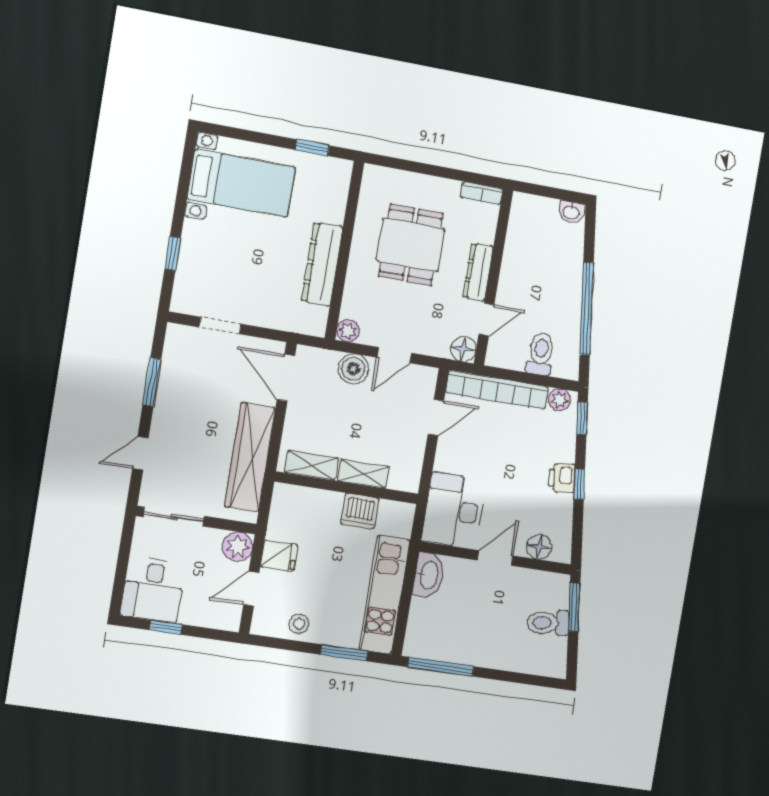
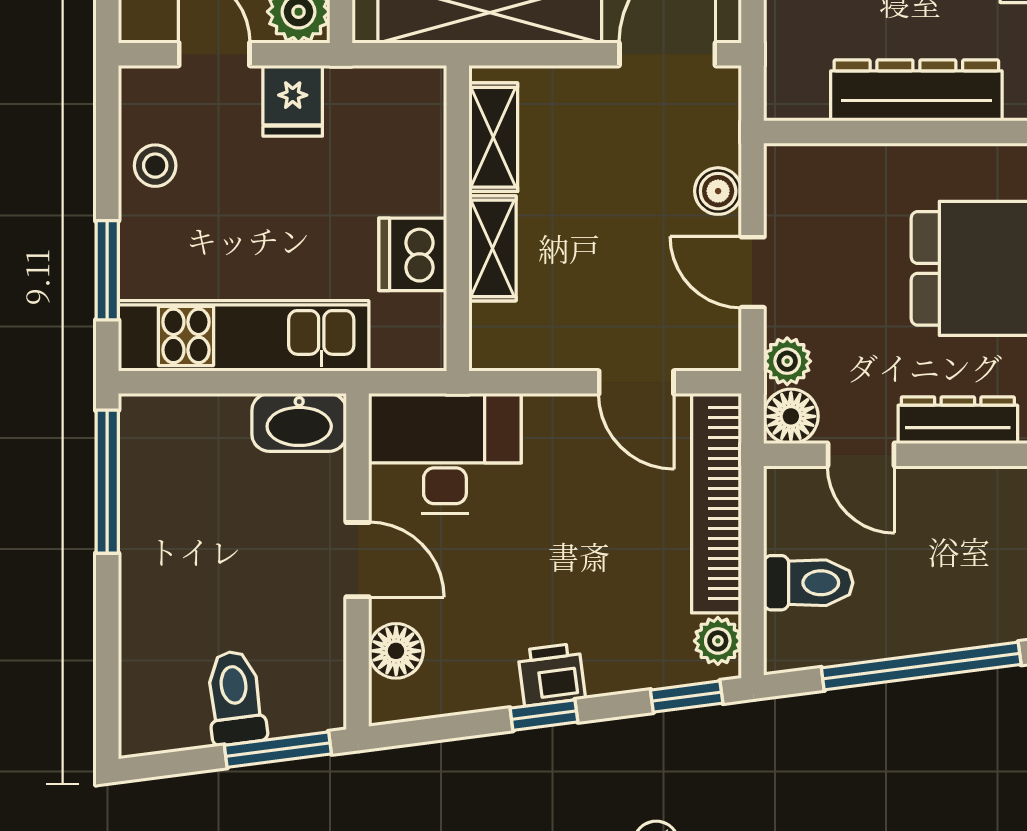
plant: (348, 331) -> (787, 361), moved
boiler: (353, 369) -> (718, 191), width x0.73, depth x0.73

